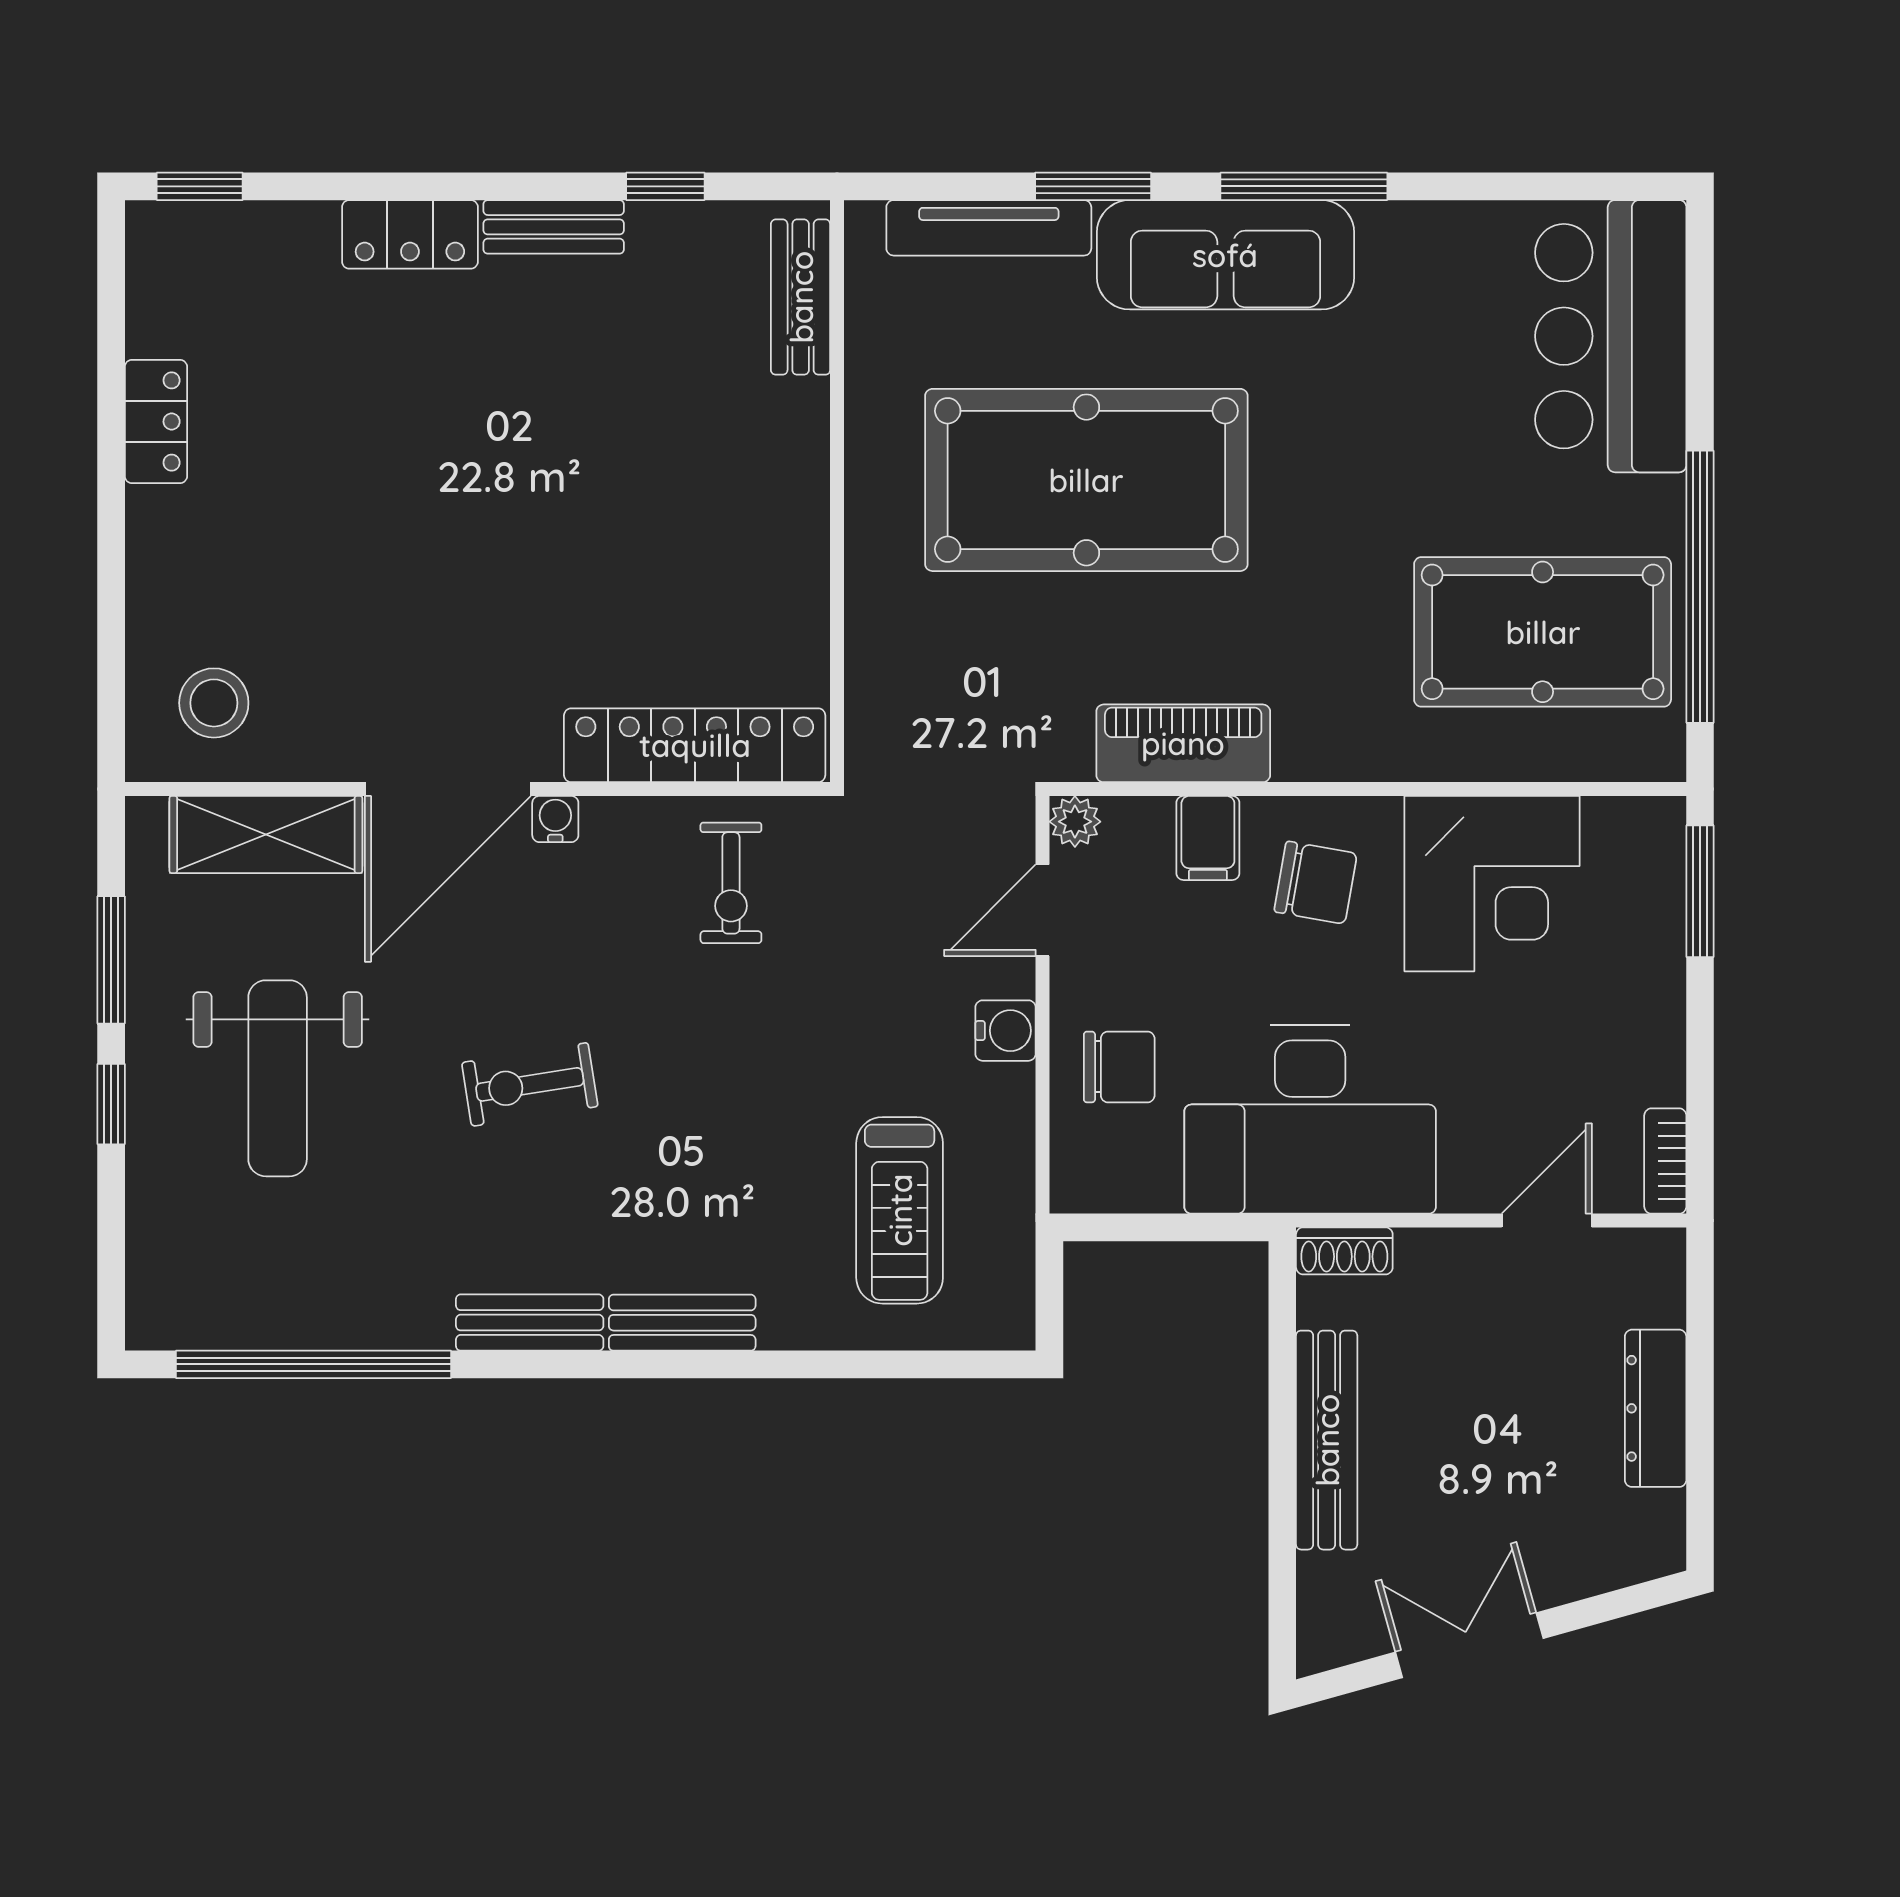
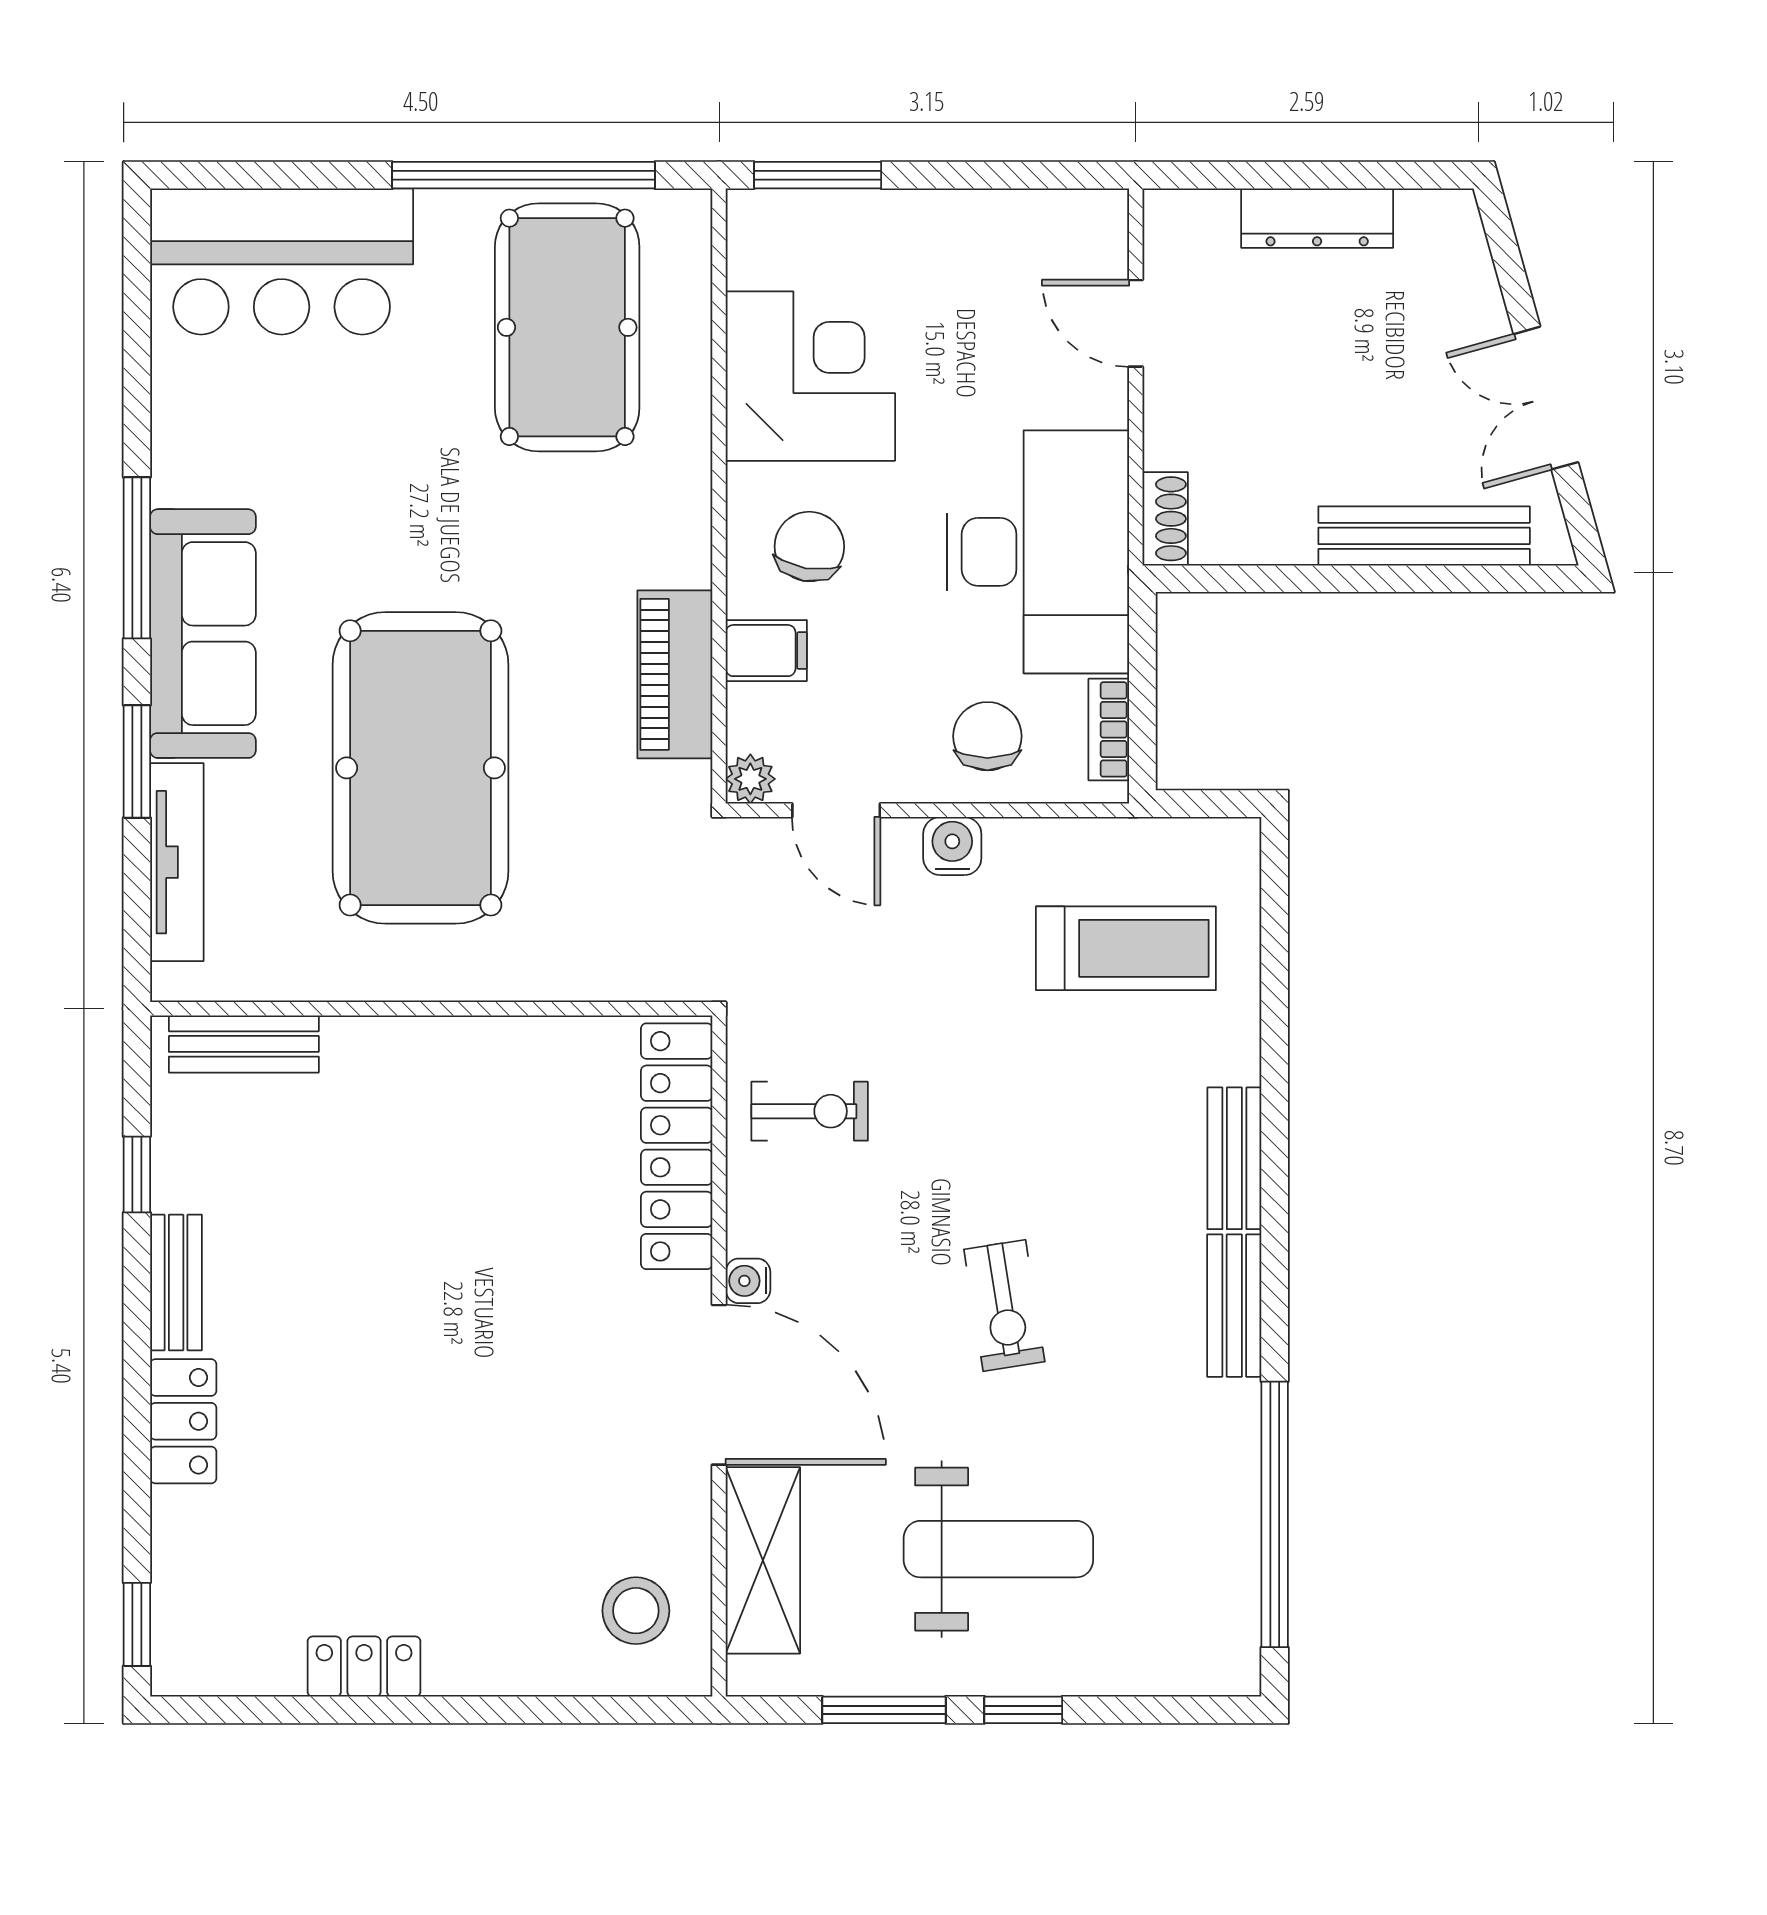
bookcase: (1665, 1161) -> (1109, 729), moved, turned 90
bench: (1327, 1440) -> (1424, 536), moved

